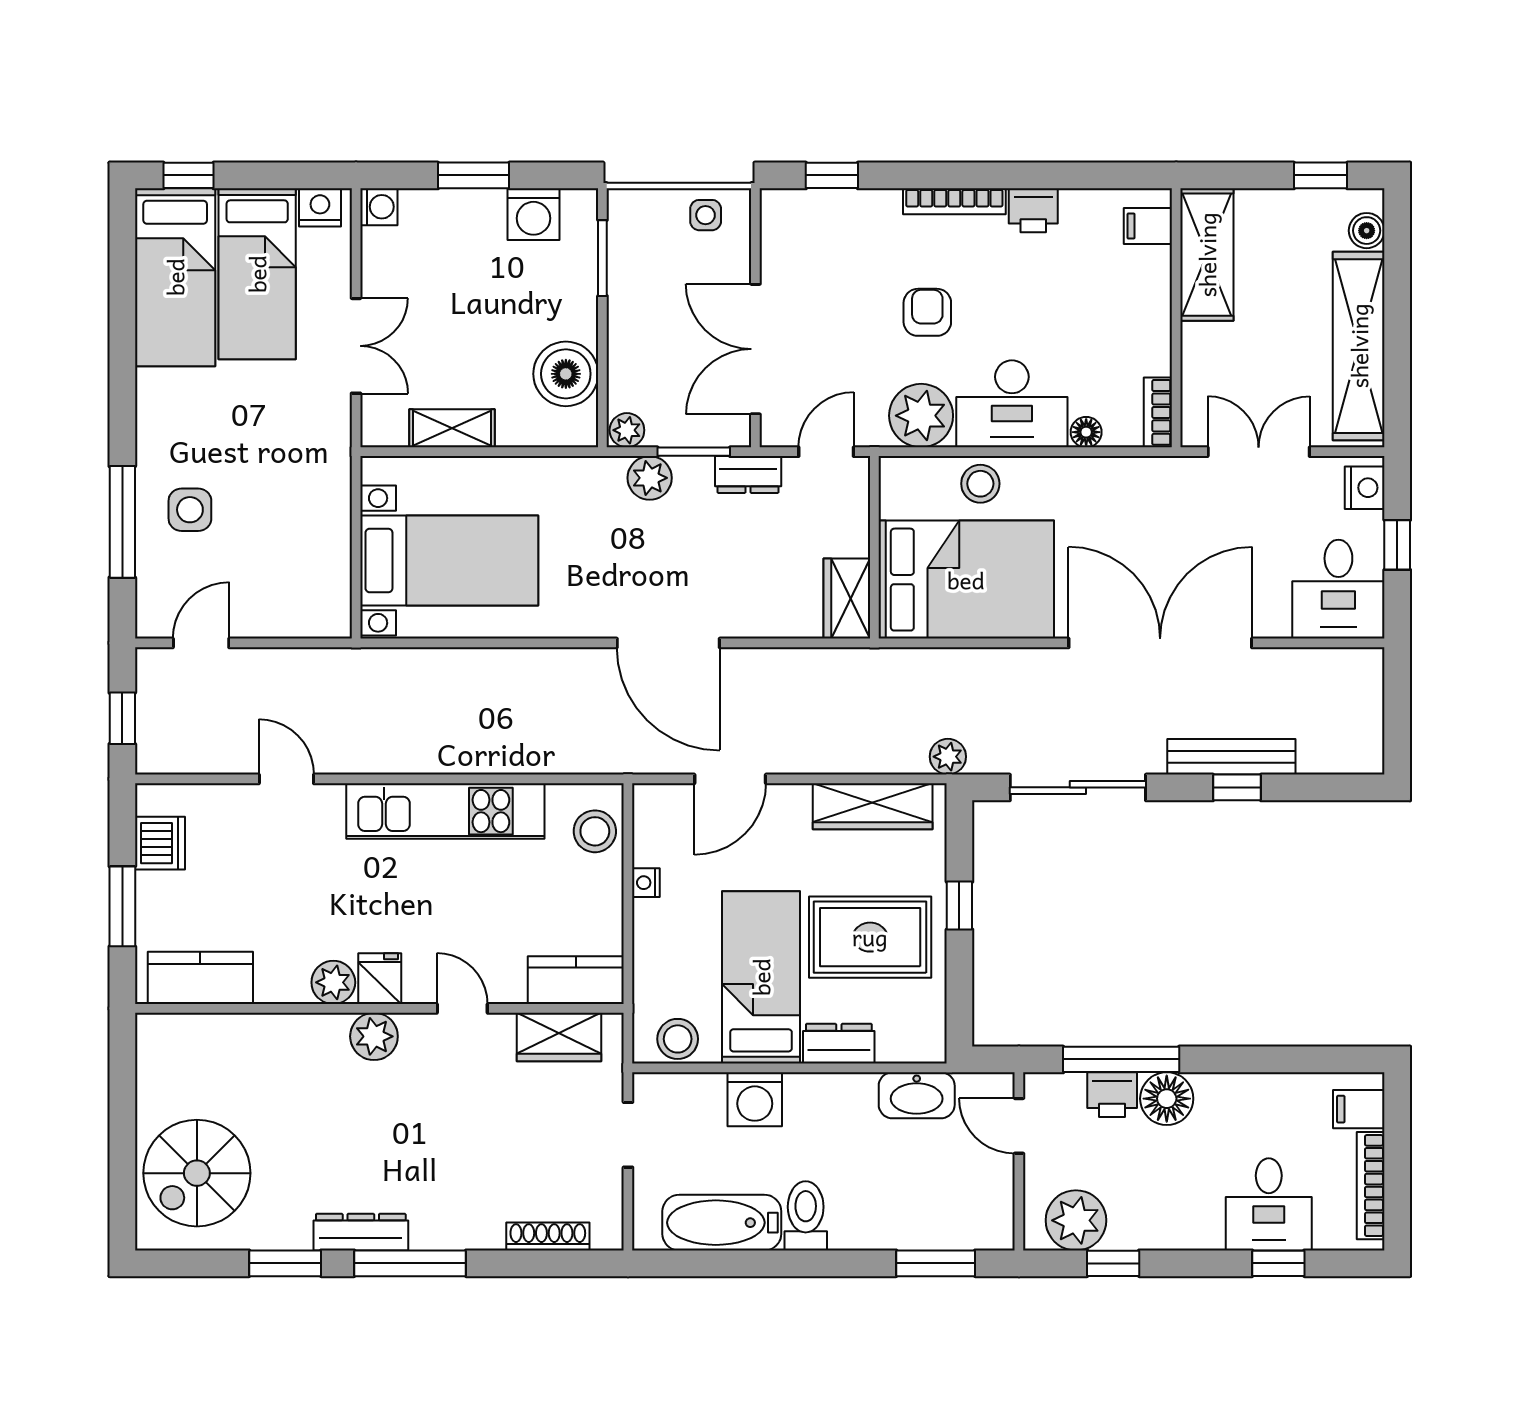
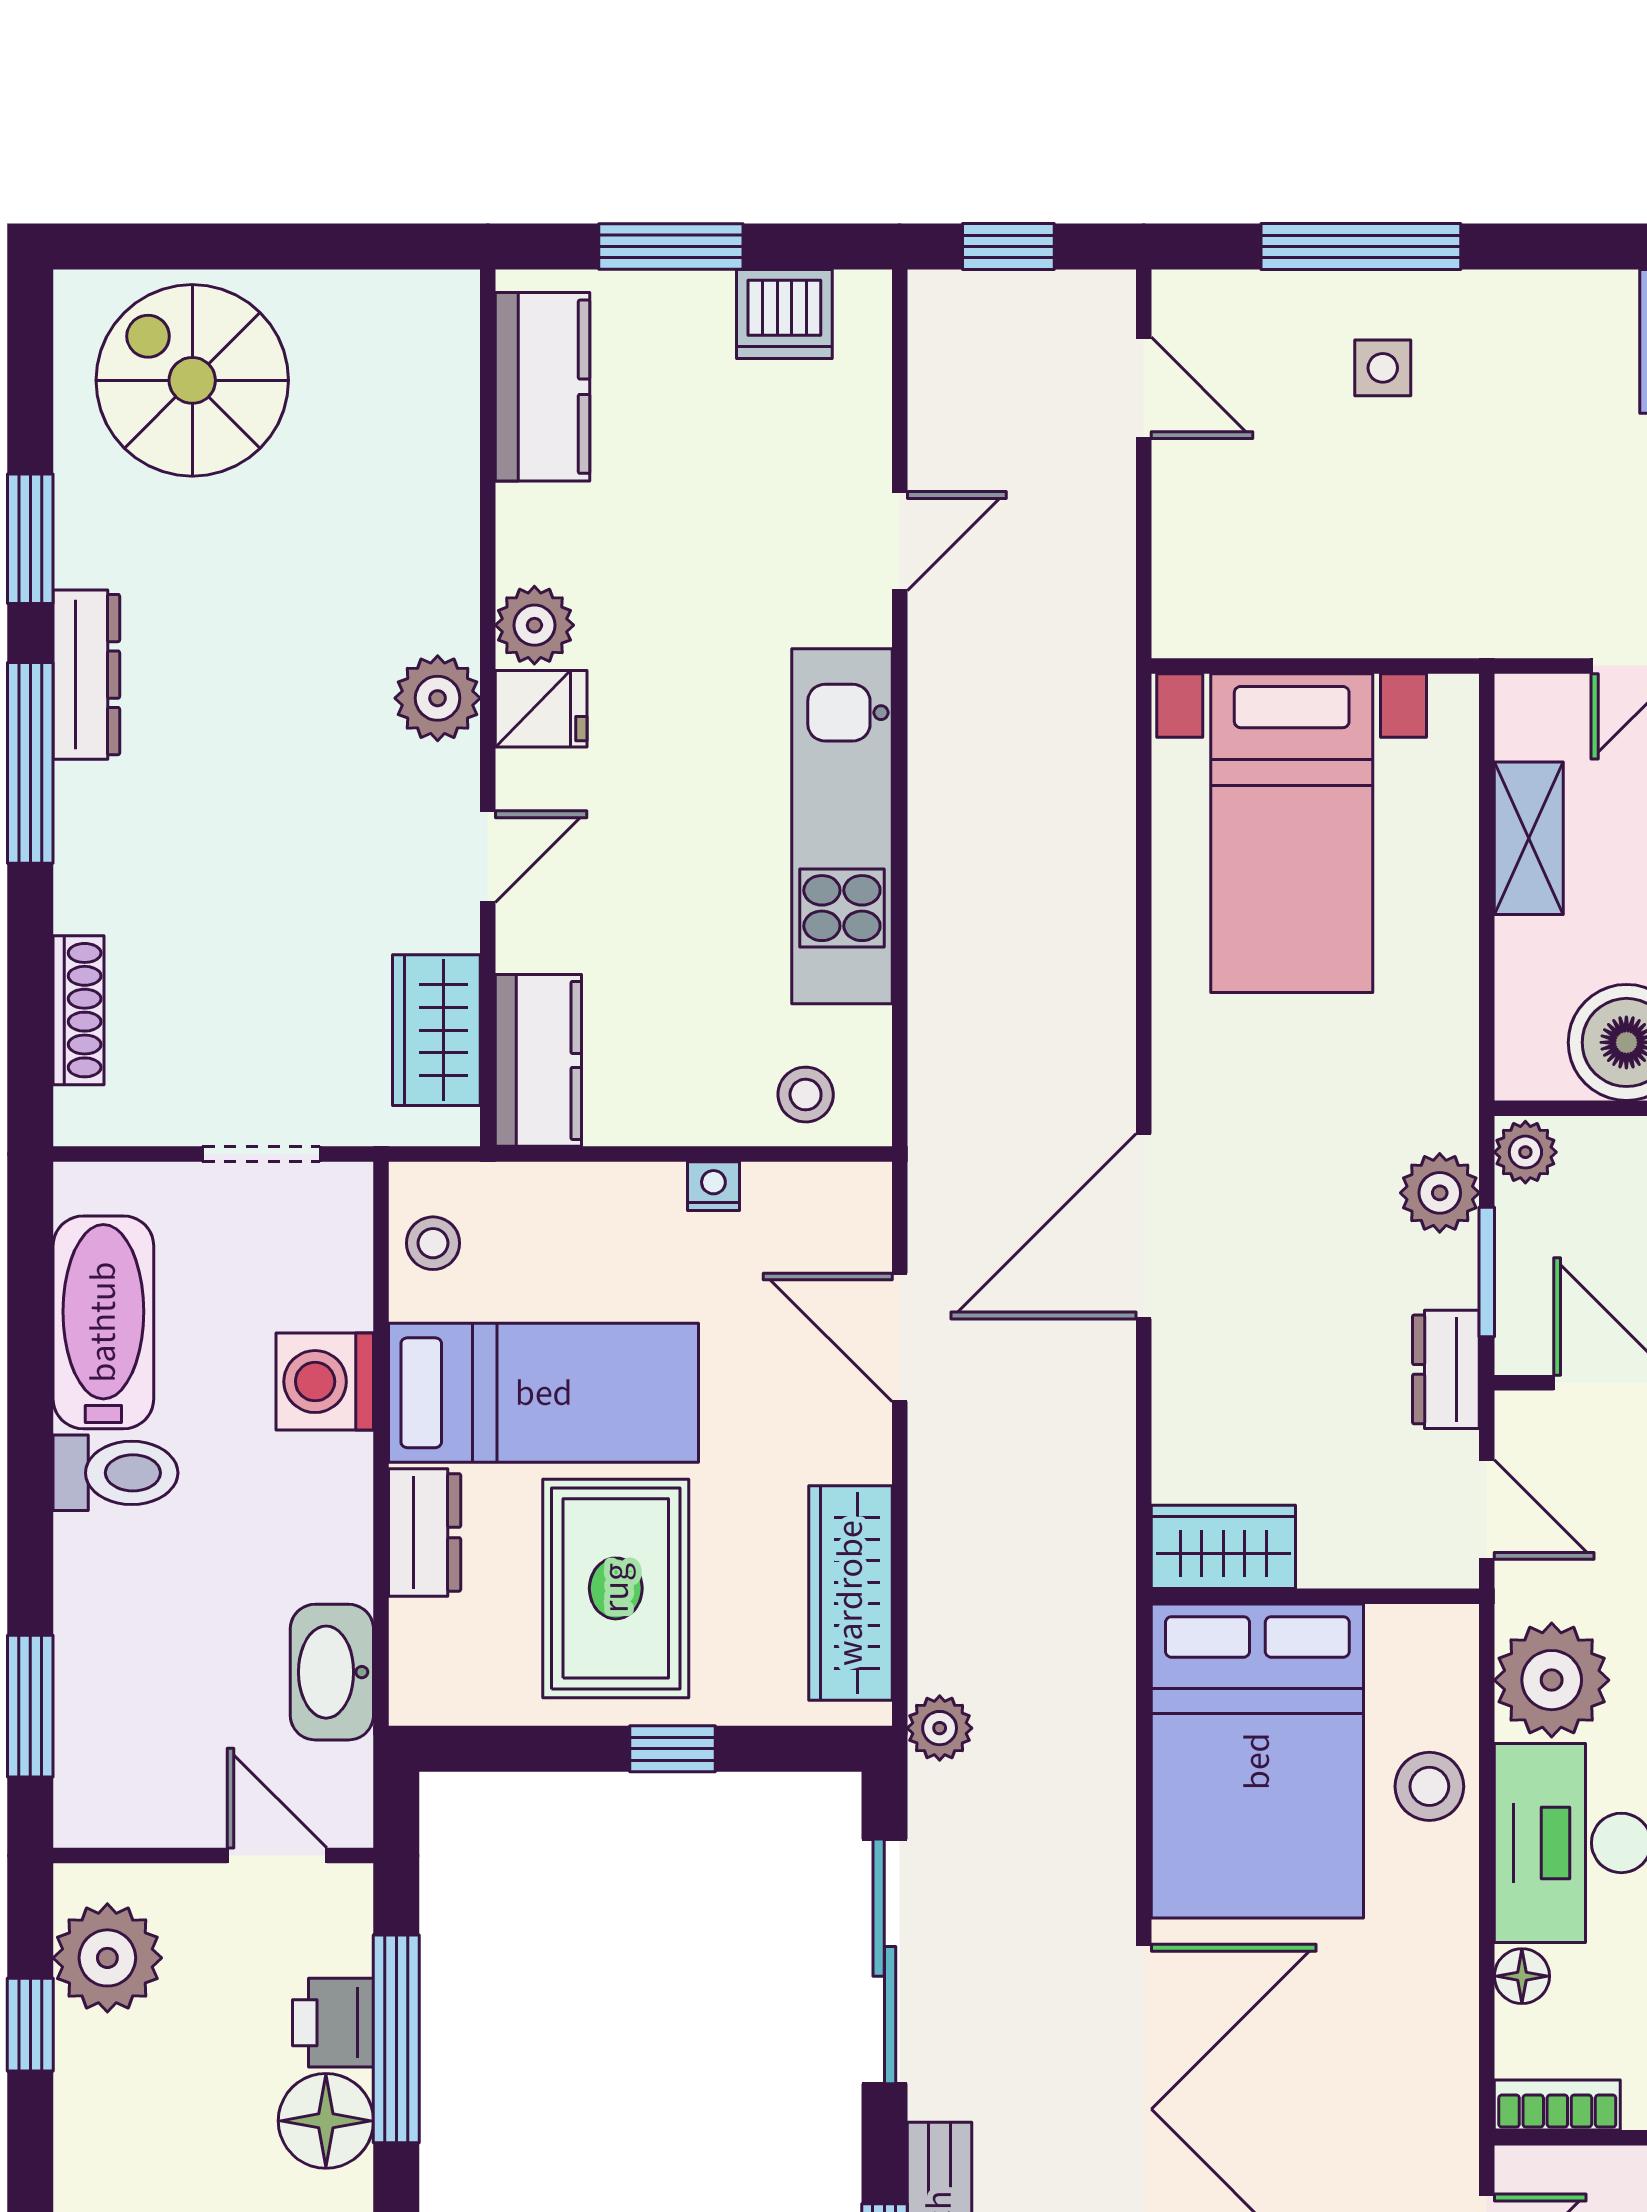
side table: (190, 510) -> (1383, 368), width x0.73, depth x0.73
stool: (595, 831) -> (806, 1095), width x0.73, depth x0.73
stool: (678, 1039) -> (433, 1243), width x0.73, depth x0.73
door: (1019, 1126) -> (277, 1856), hinge flipped

